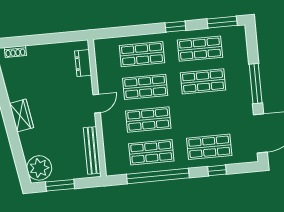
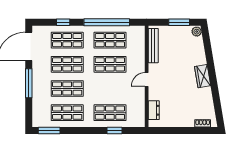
window: (175, 27) -> (115, 130), moved
shop shelf: (145, 87) -> (67, 64), moved
plant: (39, 168) -> (197, 32), width x0.53, depth x0.53

